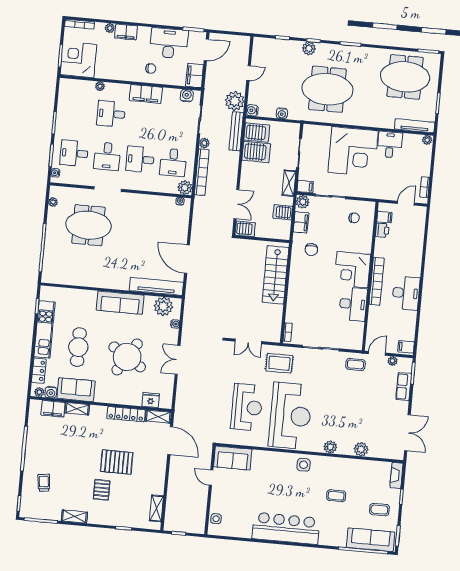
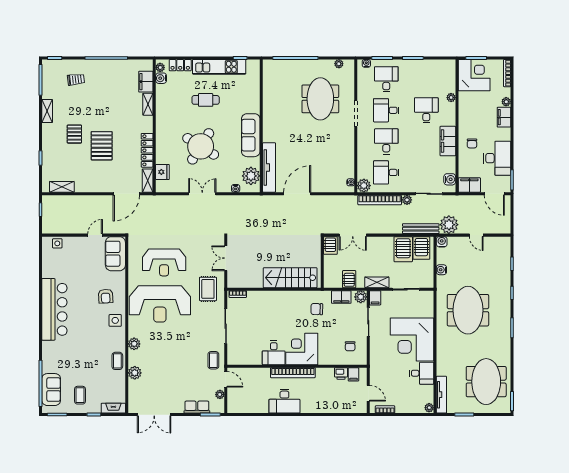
plant: (309, 48) -> (504, 289), removed
desk: (353, 304) -> (274, 353), width x0.73
cafe table: (78, 347) -> (206, 100), width x0.73, depth x0.74
filing cabinet: (406, 347) -> (234, 406), removed
sofa: (76, 390) -> (166, 102), removed
armchair: (277, 473) -> (106, 296), added
pallet: (102, 490) -> (74, 134), turned 90
coffee table: (336, 496) -> (117, 361), moved
sofa: (371, 540) -> (51, 390), width x0.73

